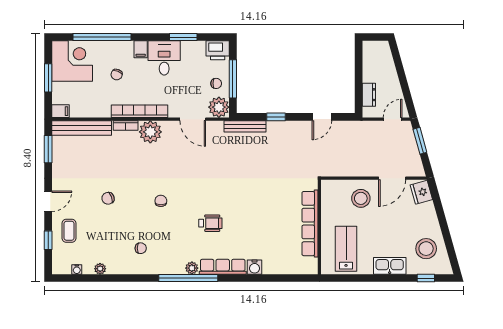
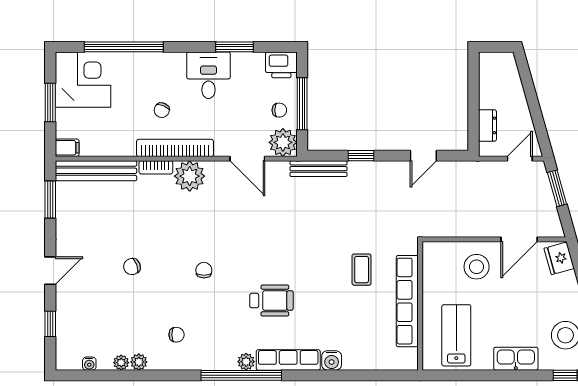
filing cabinet: (141, 49) -> (176, 63), removed
chair: (117, 75) -> (162, 110), moved
wheelchair: (210, 223) -> (271, 301), width x1.36, depth x1.37
coffee table: (69, 231) -> (362, 270), moved
plant: (113, 268) -> (139, 362), added

